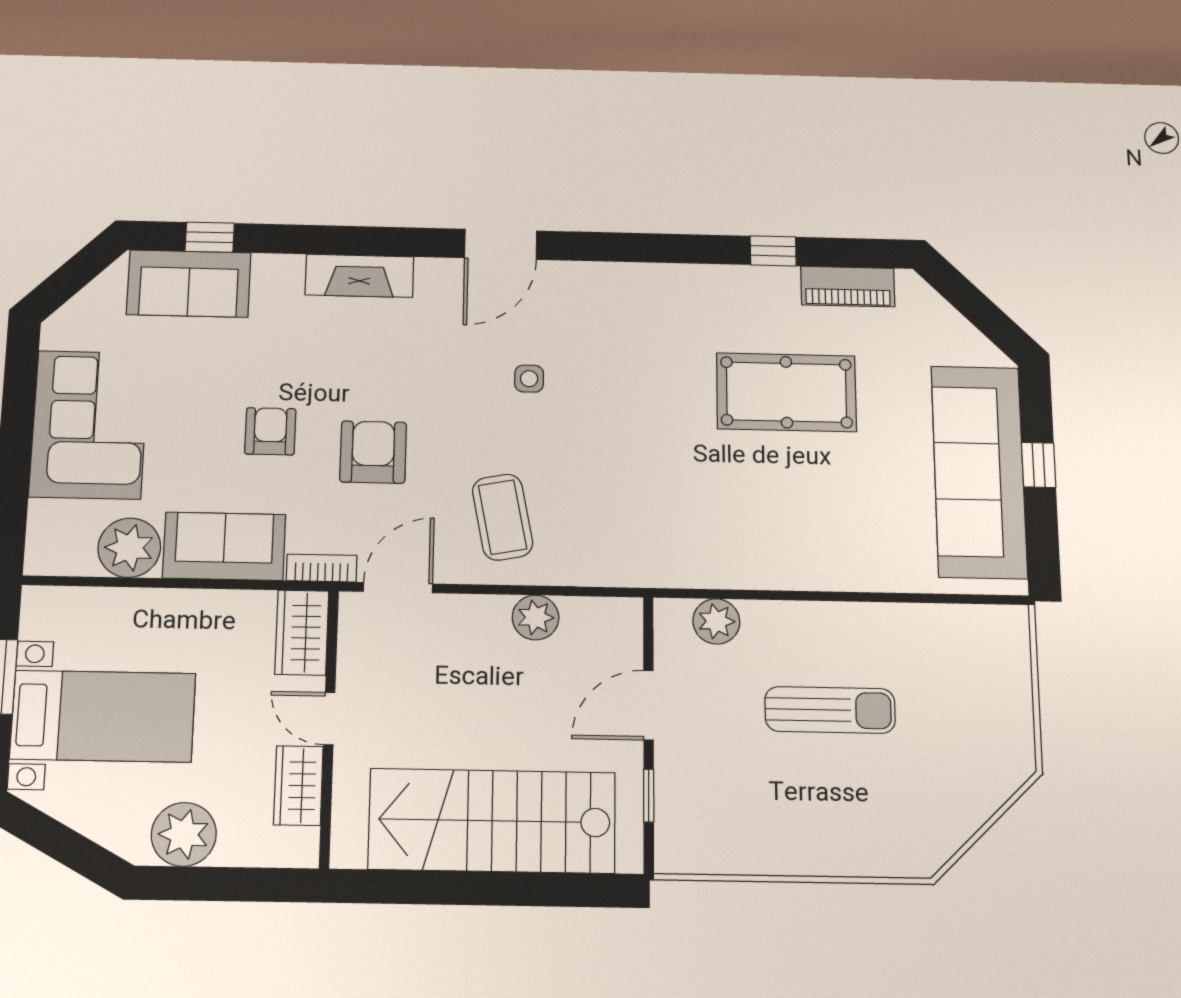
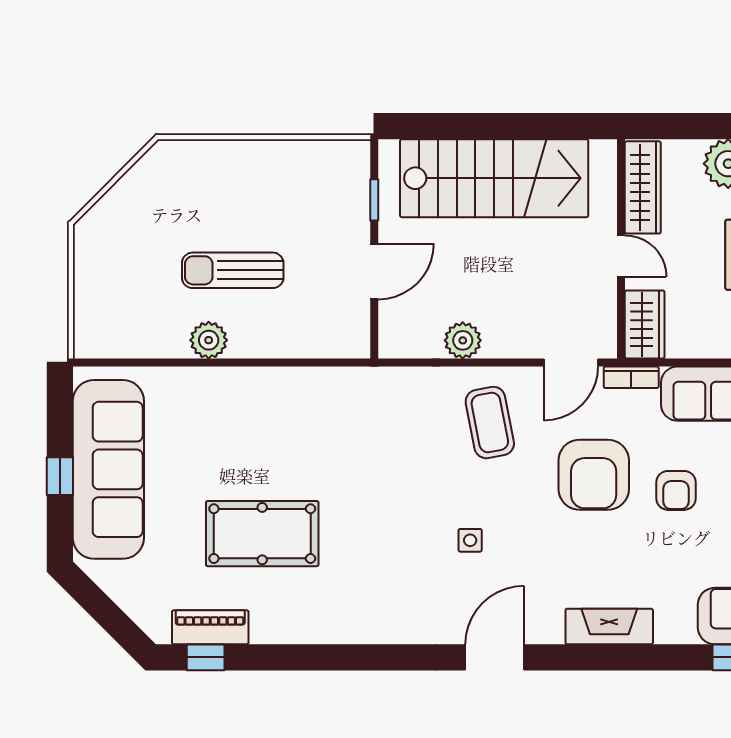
window: (773, 251) -> (206, 657), moved
armchair: (373, 452) -> (594, 475), width x1.36, depth x1.36
plant: (716, 621) -> (209, 340), moved
wardrobe: (298, 786) -> (643, 187), width x1.50

